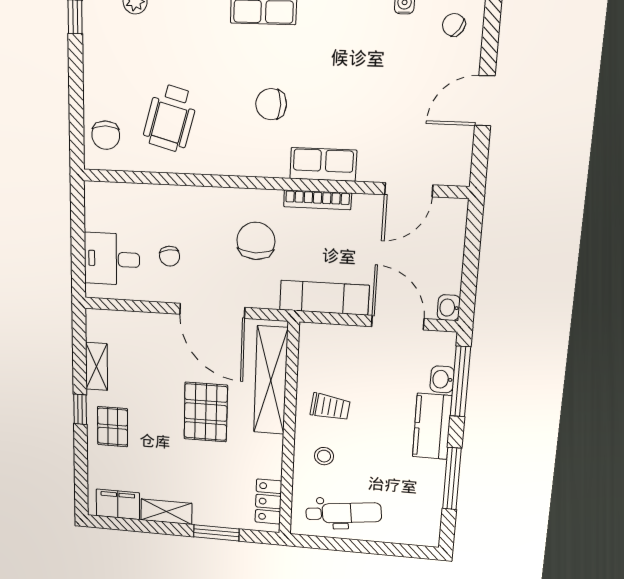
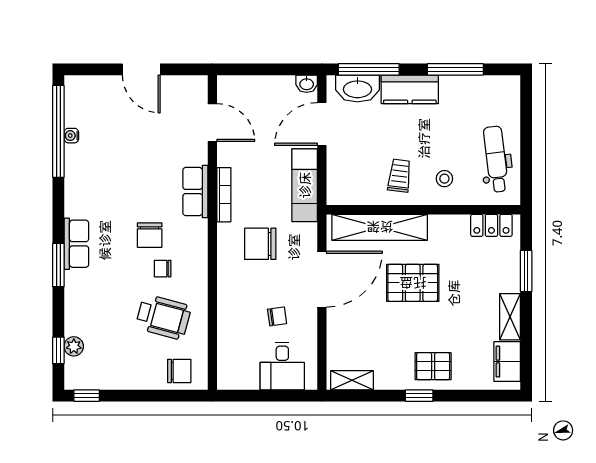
chair: (454, 25) -> (163, 269), moved, turned 56
shelving: (97, 366) -> (352, 380), moved
washbasin: (442, 379) -> (357, 89), width x1.91, depth x1.45

